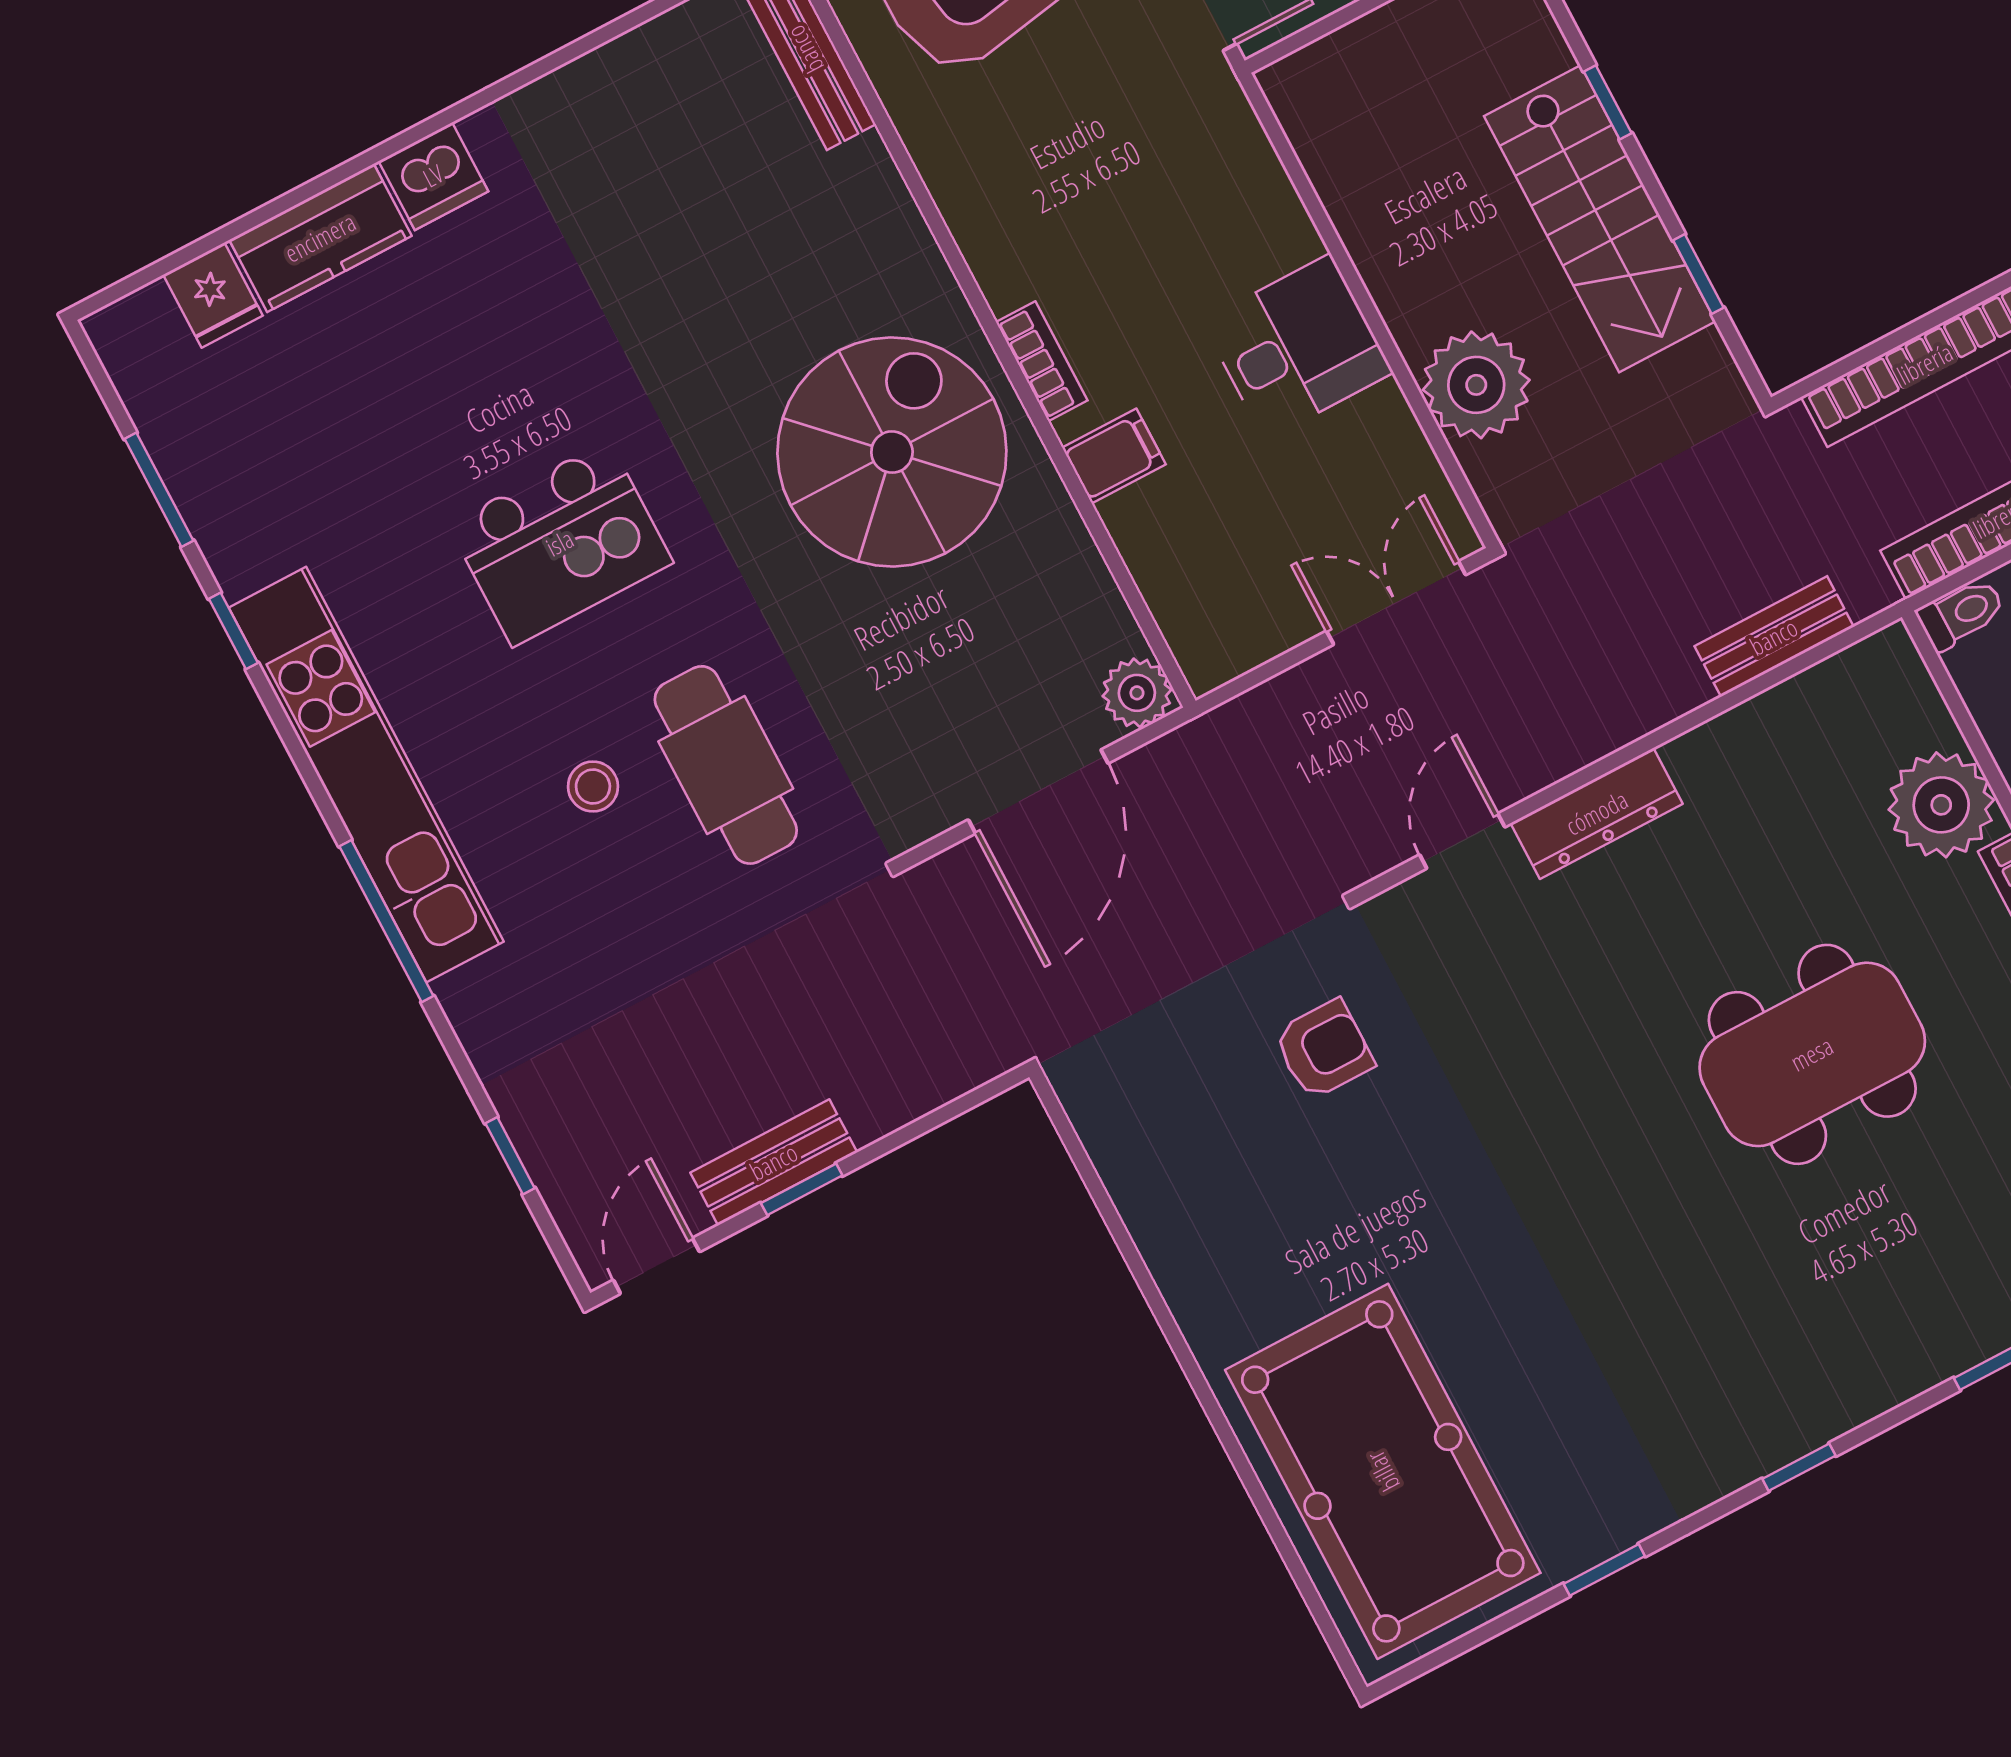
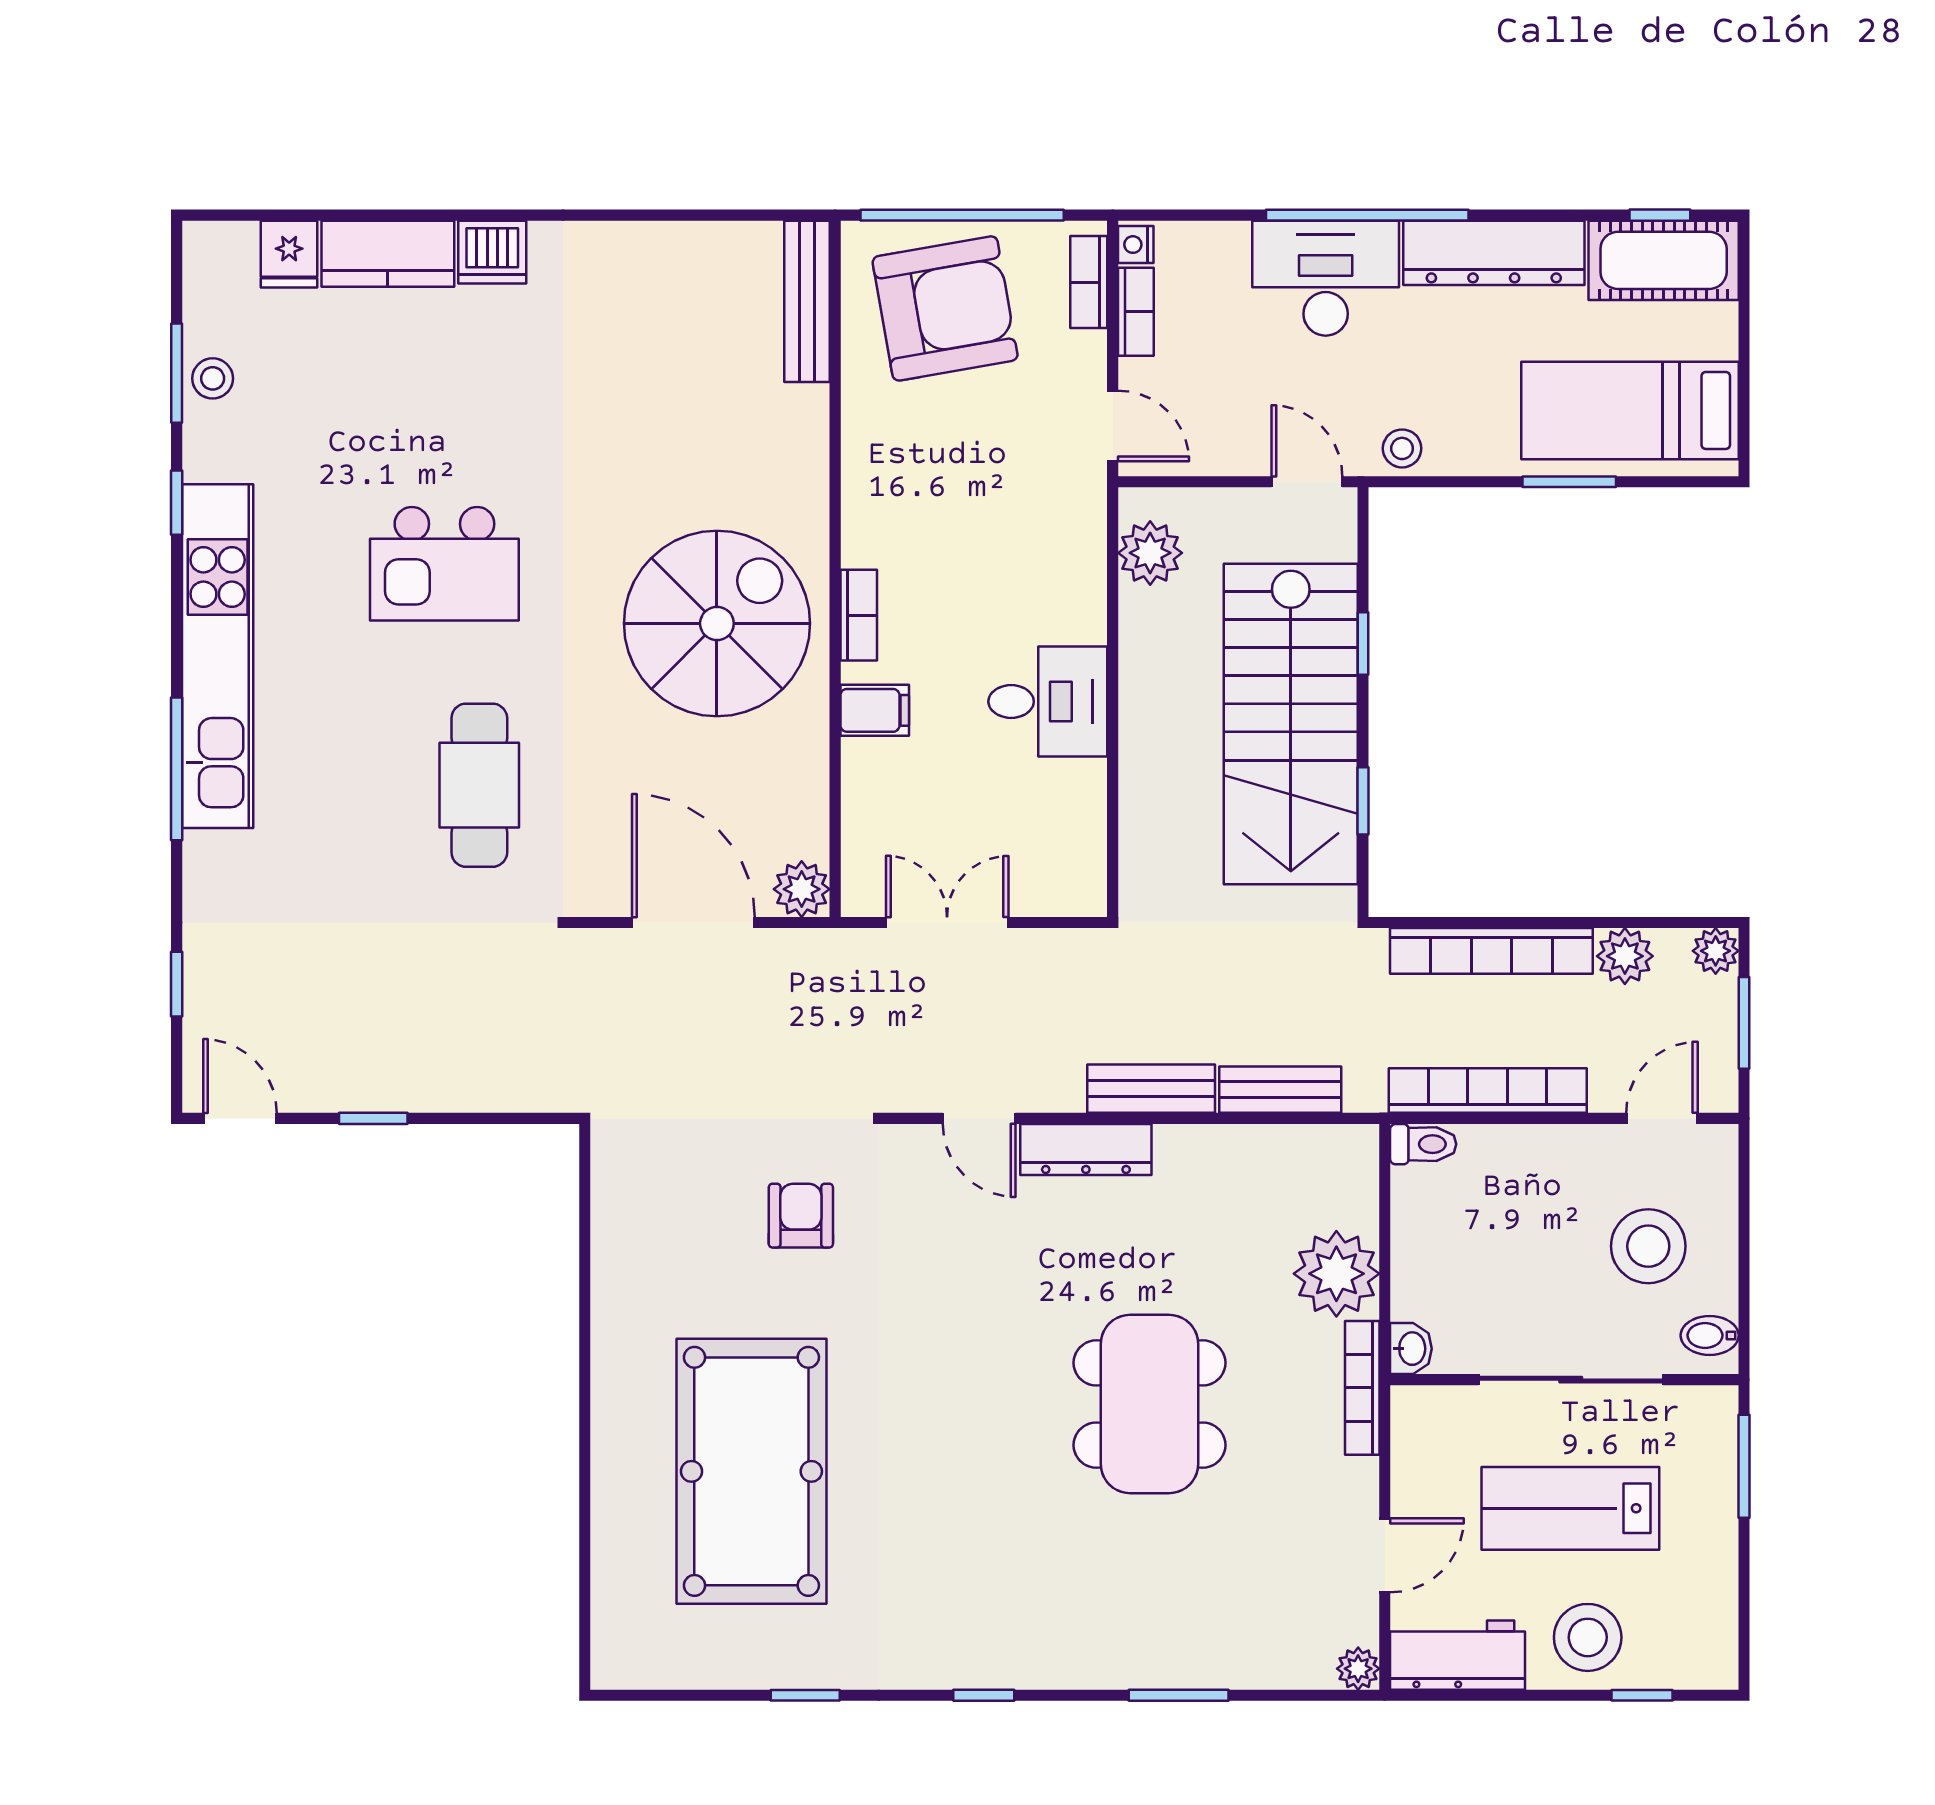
stairs: (1600, 219) -> (1291, 724), width x1.36, depth x1.51
plant: (1476, 385) -> (1150, 553), moved, width x0.73, depth x0.73
double door: (1396, 603) -> (947, 923), moved
stool: (593, 786) -> (213, 378), moved
door: (1038, 792) -> (693, 923), swing flipped
door: (1462, 841) -> (979, 1118), swing flipped
armchair: (1324, 1049) -> (801, 1216), turned -90
dining table: (1812, 1054) -> (1149, 1404), turned 90
bench: (774, 1162) -> (1151, 1089), moved
door: (656, 1266) -> (240, 1118), hinge flipped
pool table: (1383, 1471) -> (751, 1471), moved

